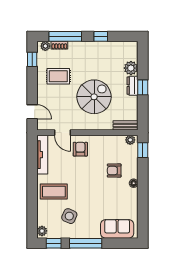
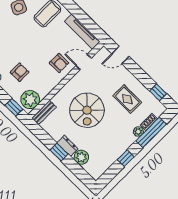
plant: (45, 46) -> (138, 132), moved
rug: (58, 76) -> (127, 99), turned 90
plant: (130, 140) -> (30, 100), width x1.87, depth x1.87

